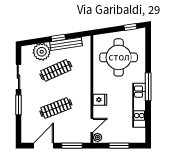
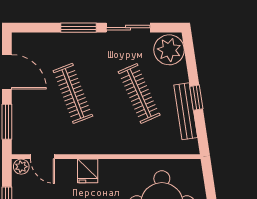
plant: (42, 52) -> (169, 50), moved

